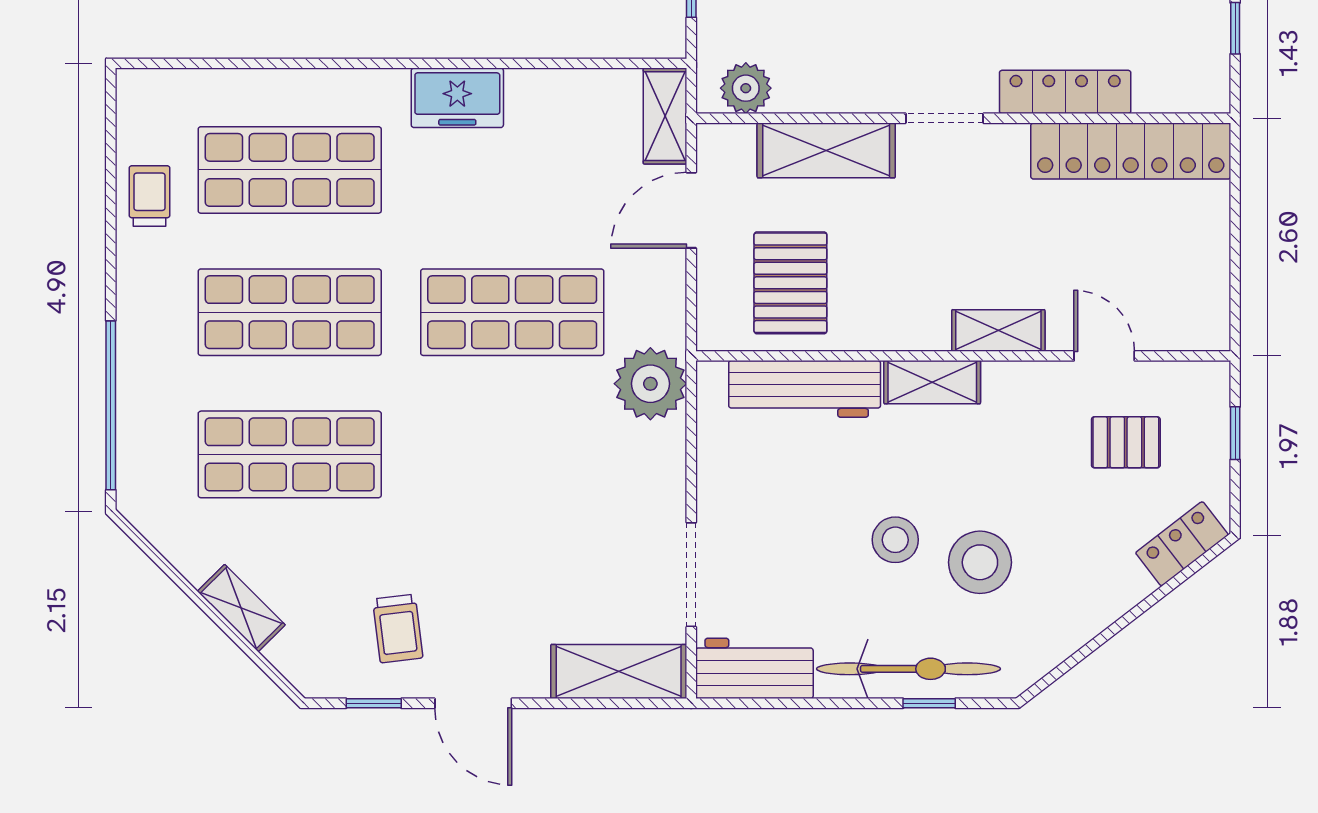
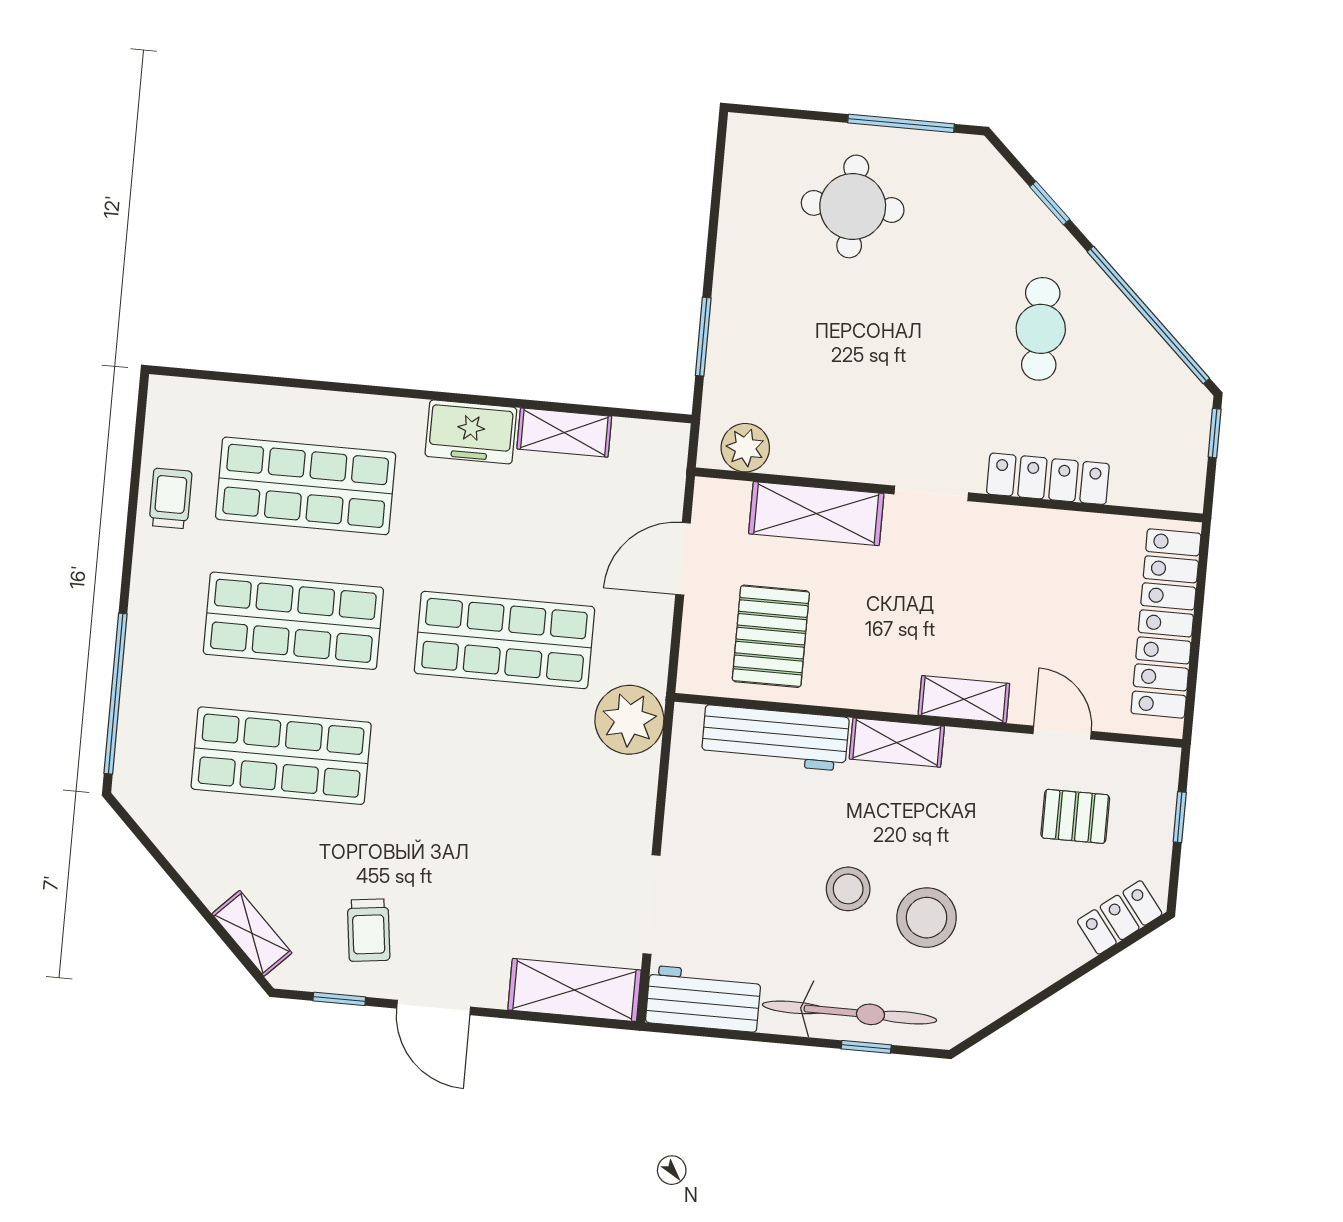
shelving: (665, 116) -> (564, 433), moved, turned 90
locker: (1131, 151) -> (1166, 623), moved, turned 90
shelving: (241, 608) -> (252, 933), moved

